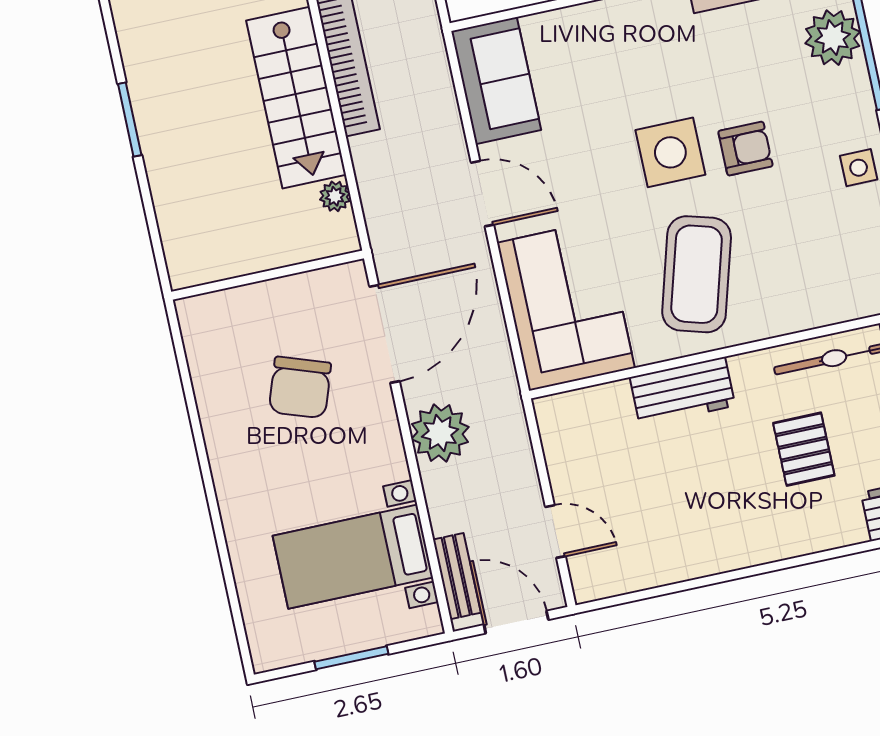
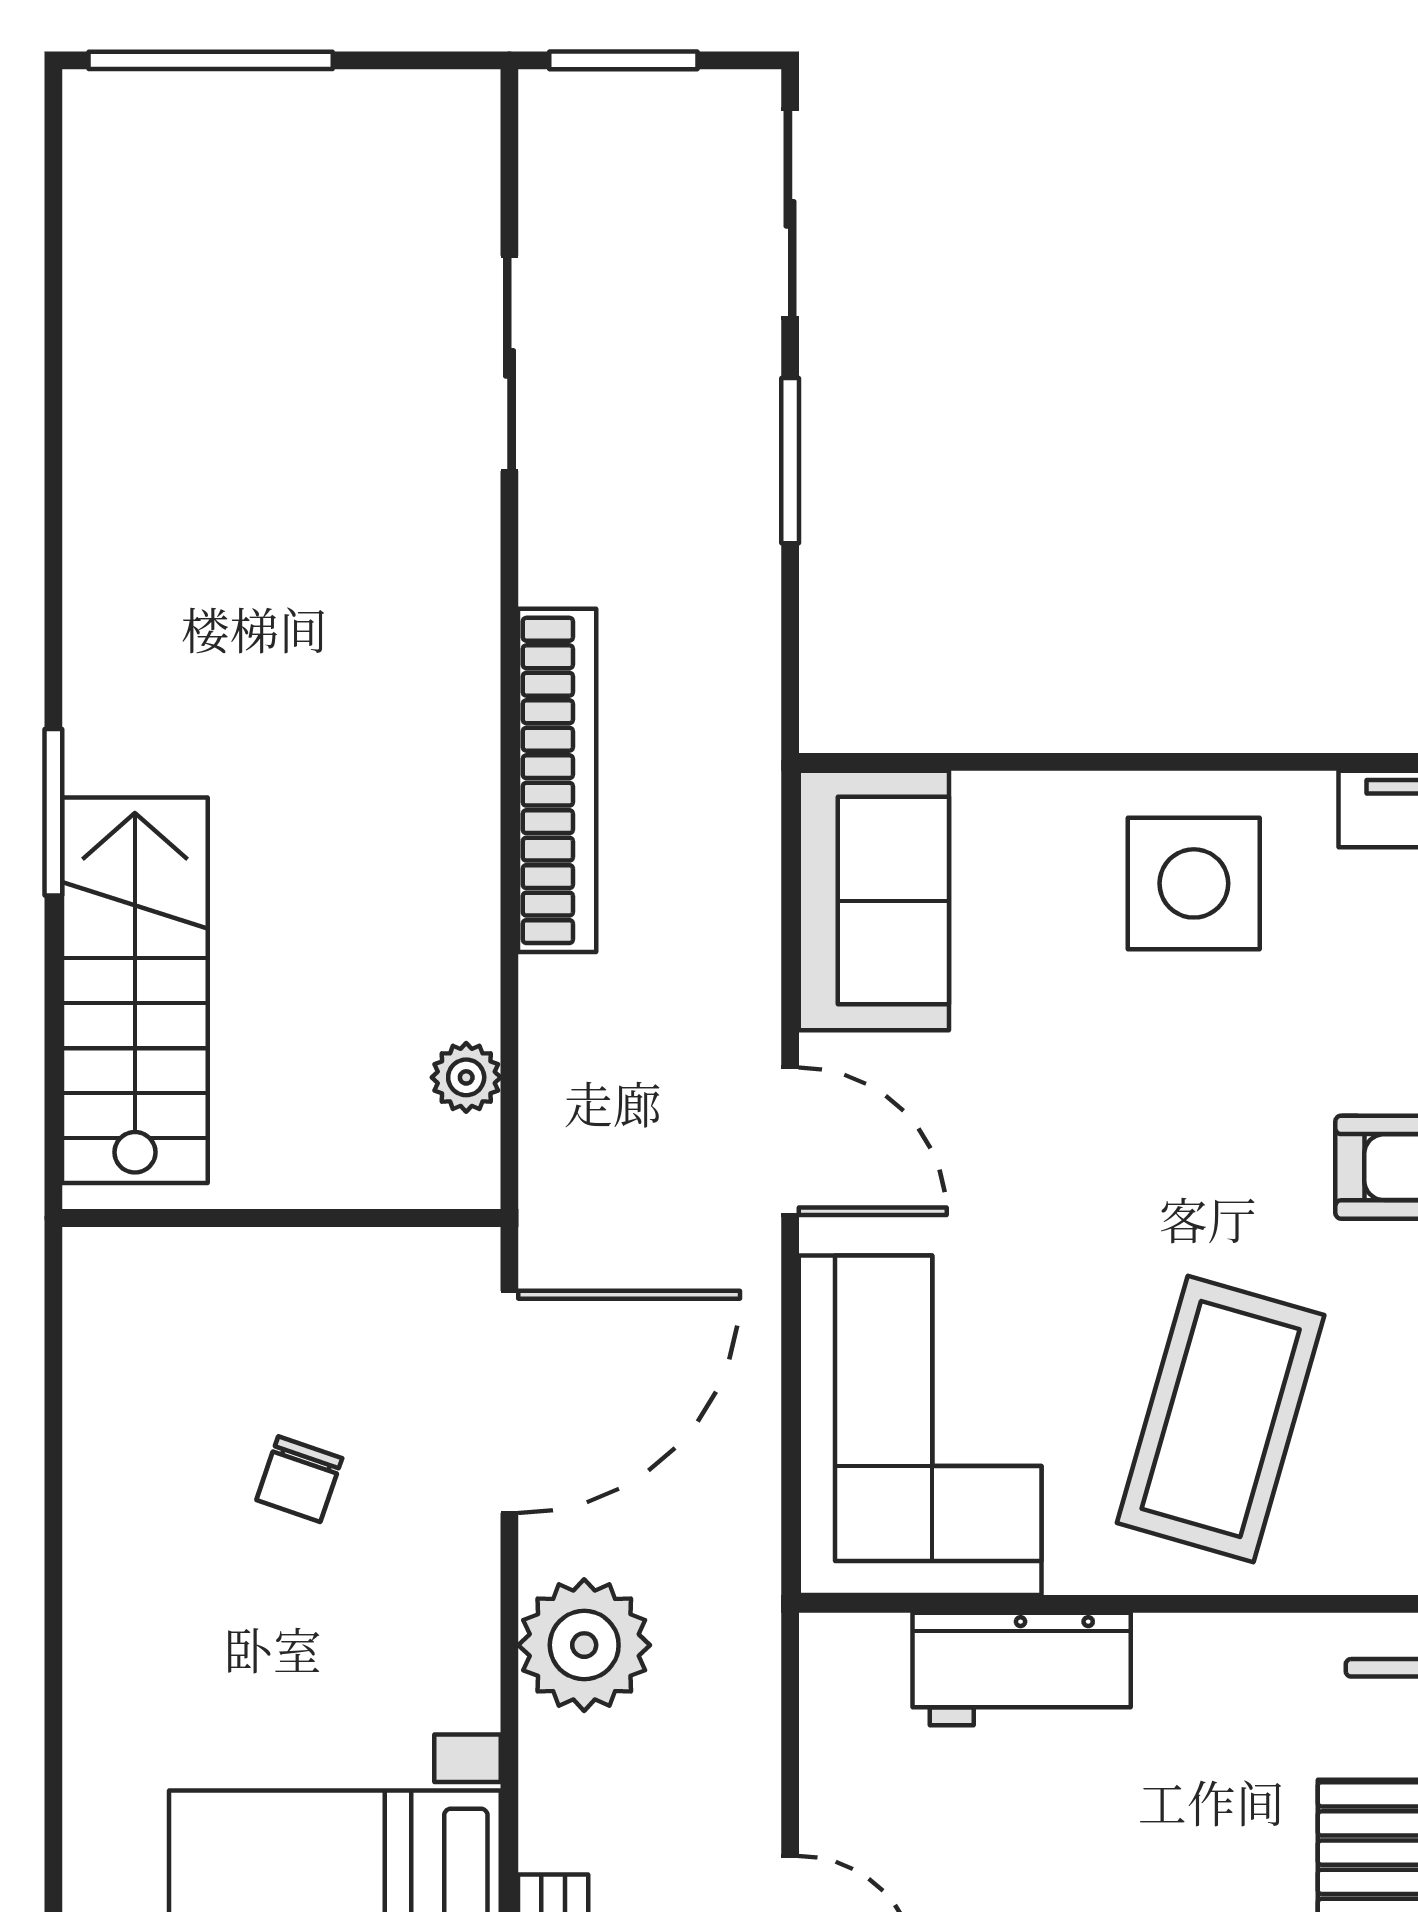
stairs: (296, 98) -> (135, 990), moved, turned 180
side table: (670, 152) -> (1194, 883), moved
chair: (300, 387) -> (299, 1479), width x0.54, depth x0.54
workbench: (682, 392) -> (1022, 1669), moved

